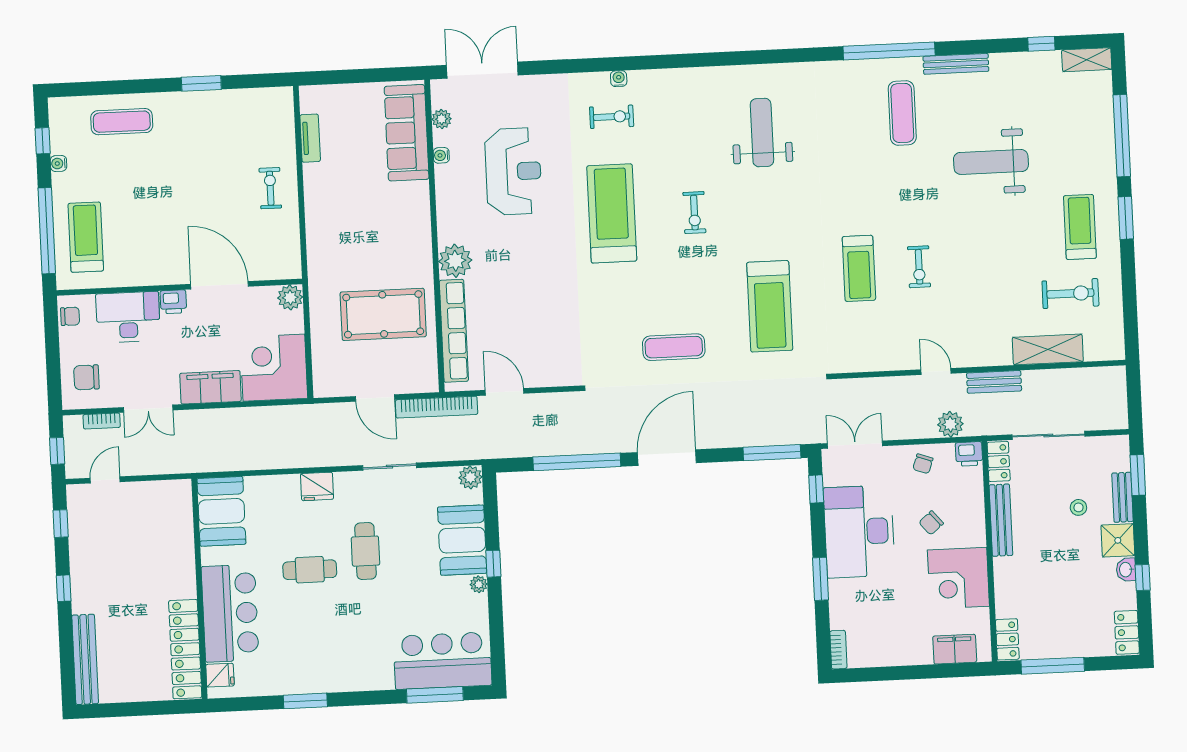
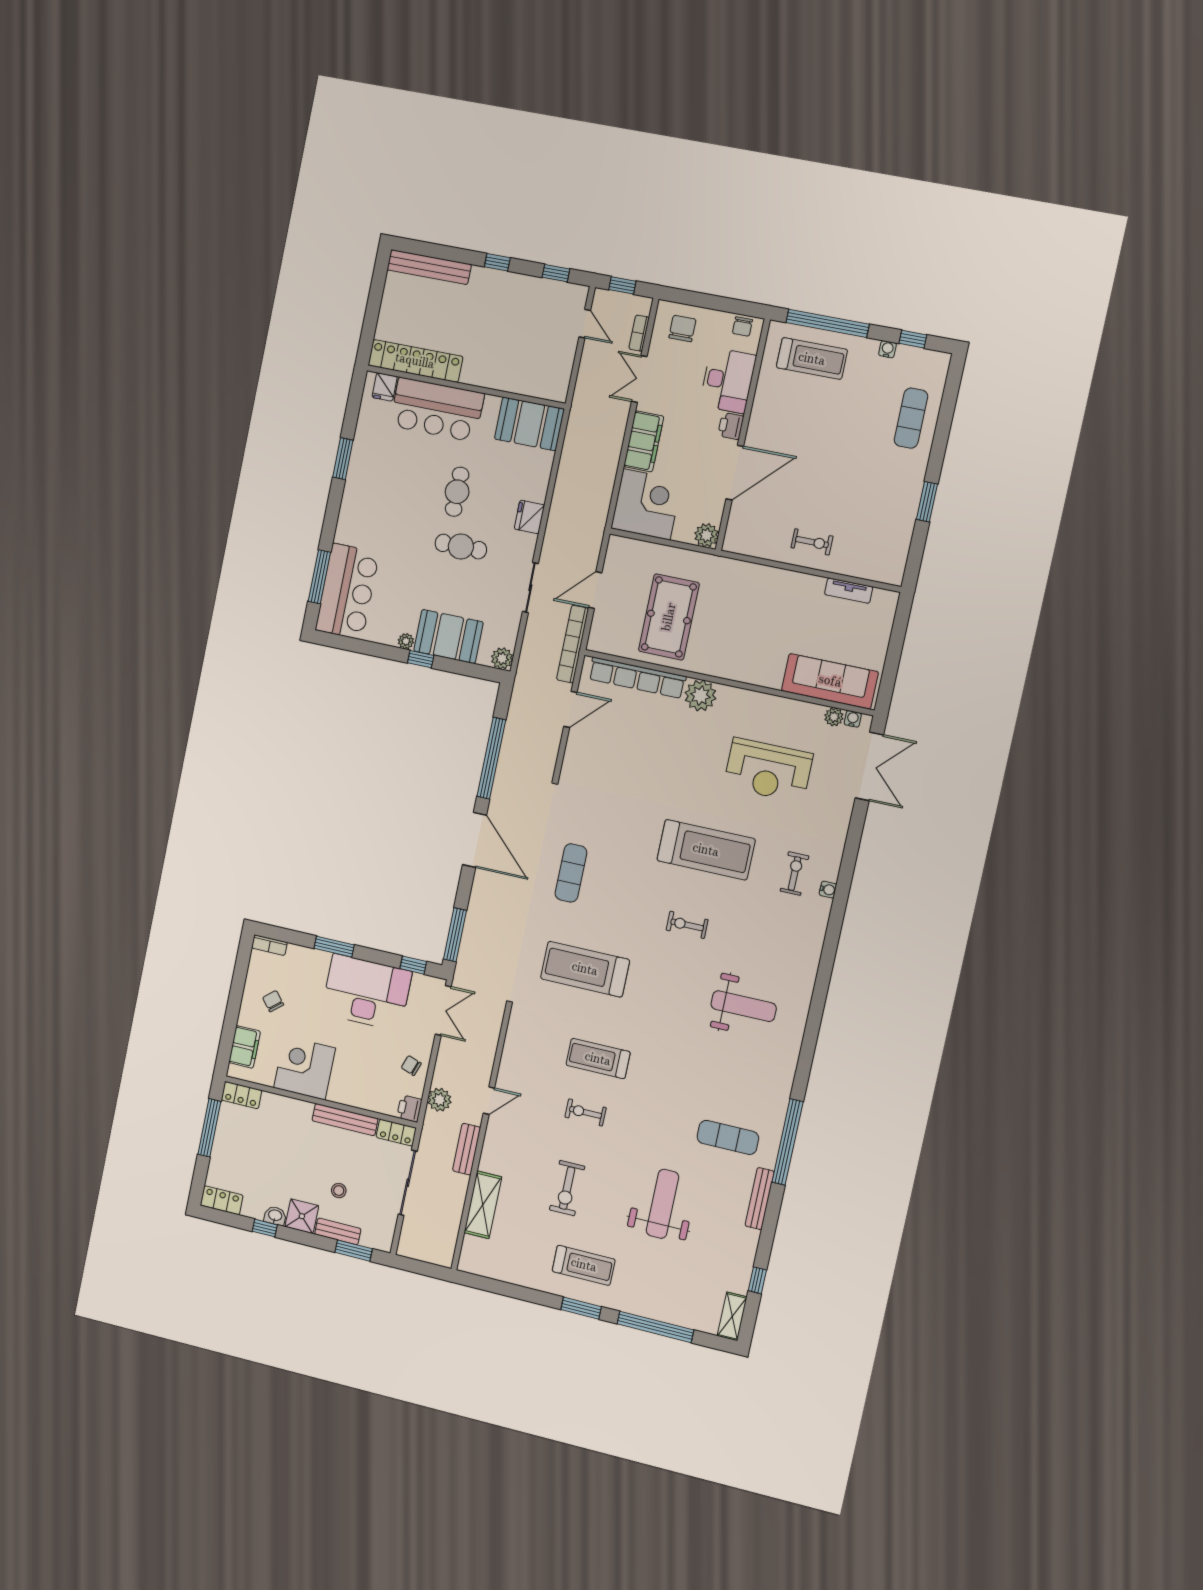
exercise bike: (612, 117) -> (794, 874), turned 180
water cooler: (441, 155) -> (853, 719), moved
exercise bike: (1070, 294) -> (567, 1188), moved
chair: (931, 523) -> (273, 1001), moved

